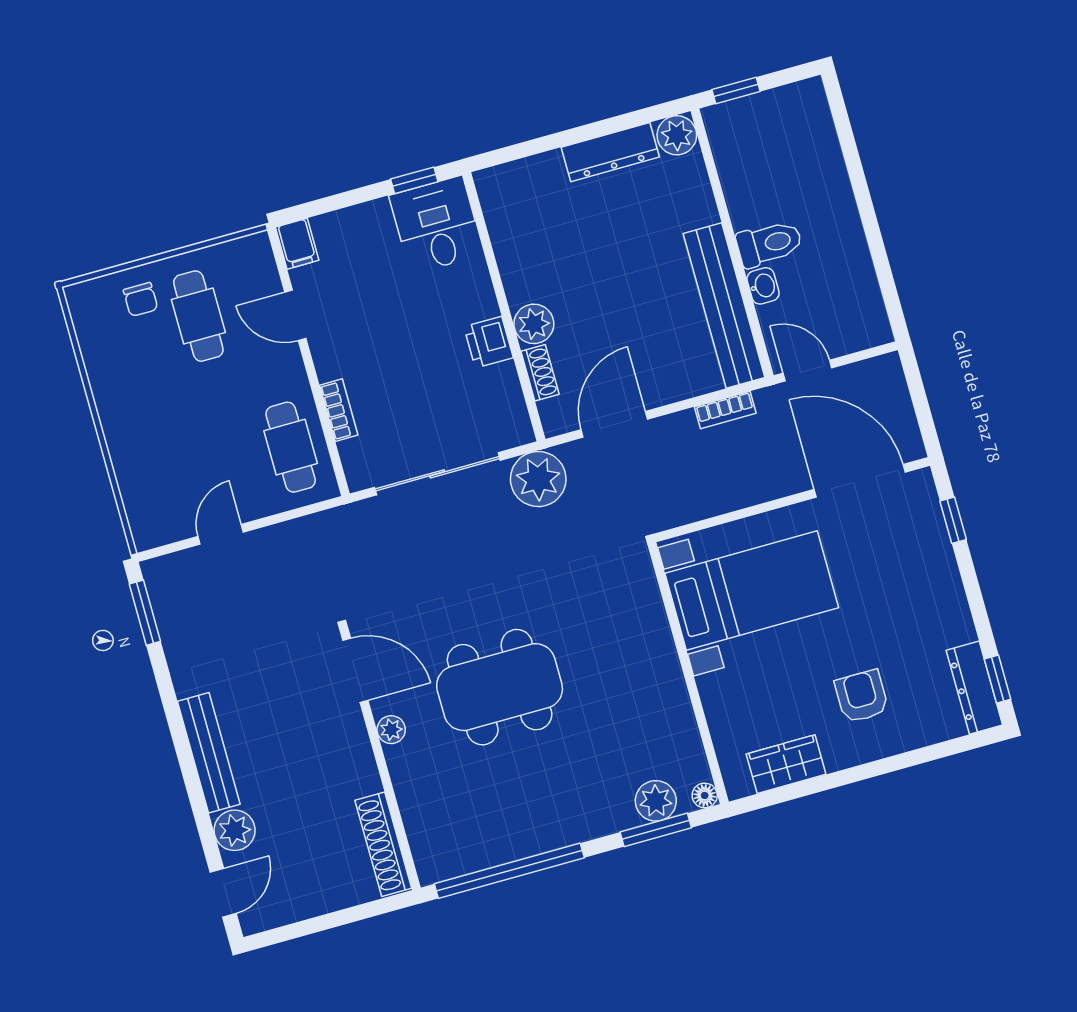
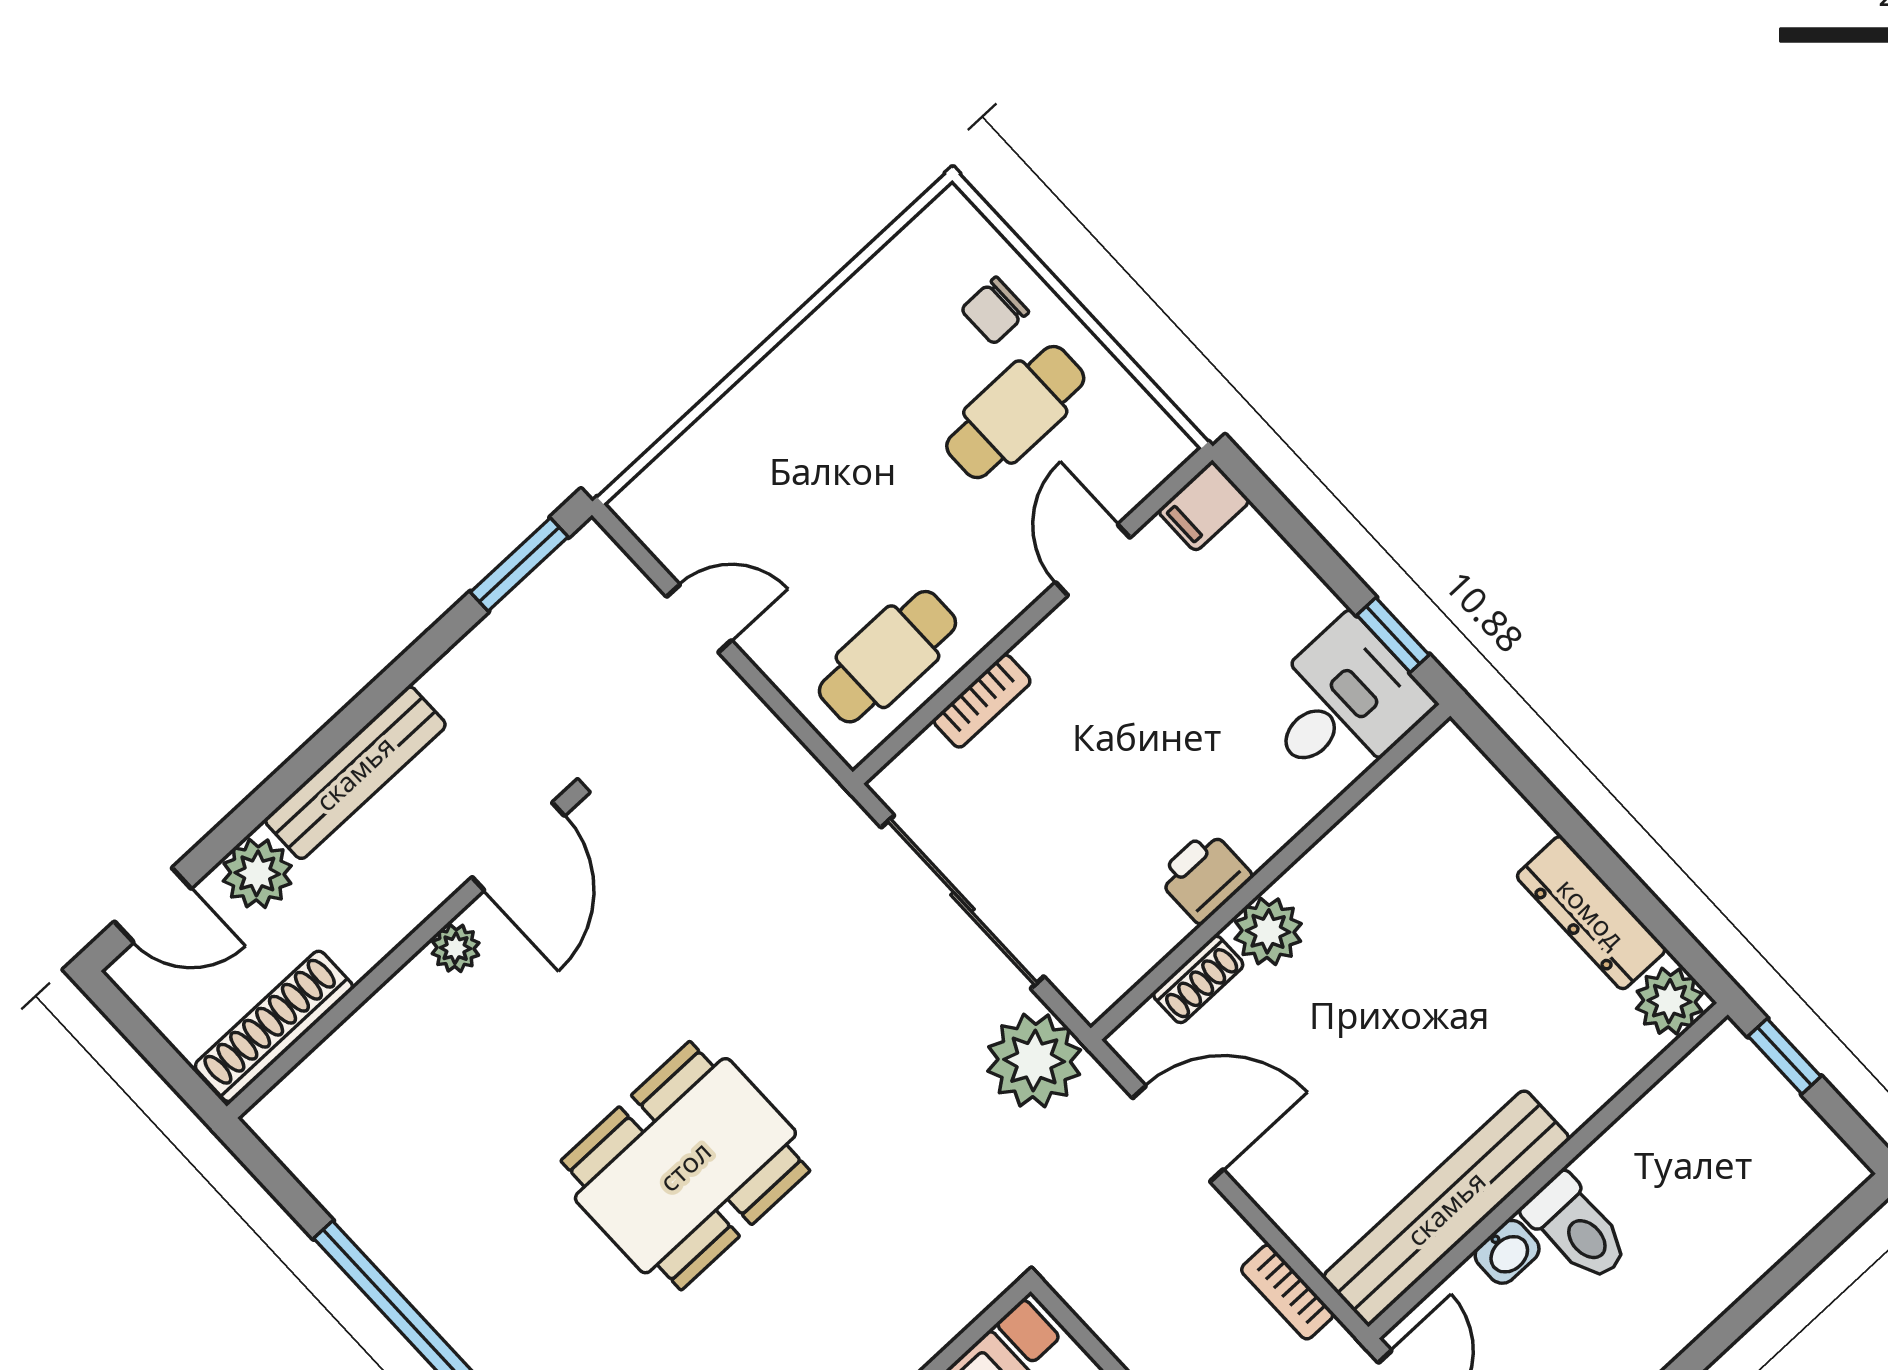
door: (355, 670) -> (518, 846), moved
dining table: (500, 687) -> (685, 1166), turned 90
plant: (391, 730) -> (456, 948), moved
wall: (380, 759) -> (402, 955), moved
shoe rack: (383, 844) -> (274, 1026), moved

